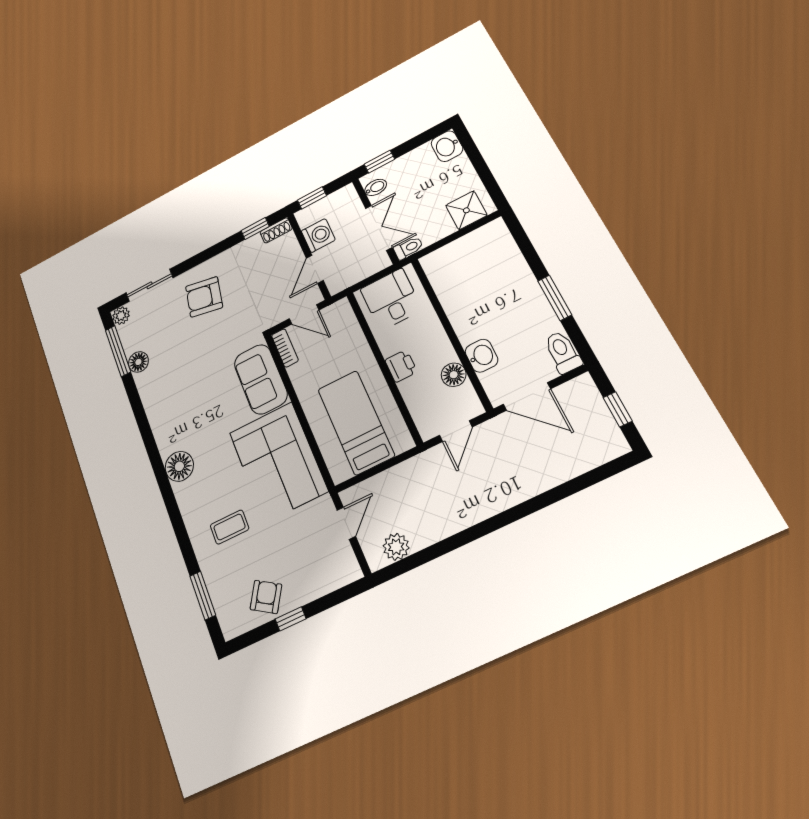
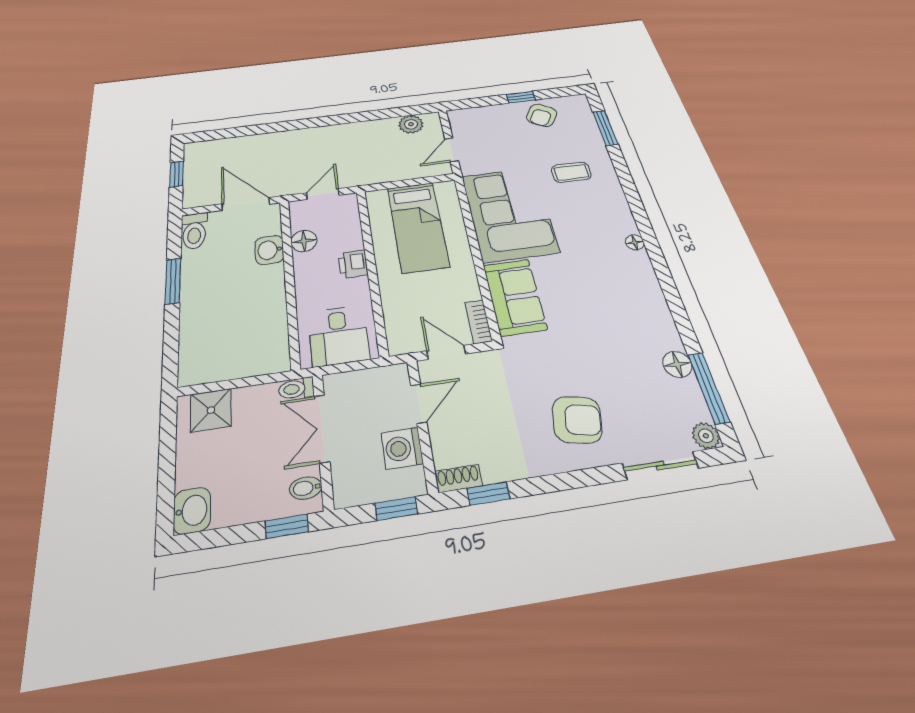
floor lamp: (179, 466) -> (635, 242), width x0.53, depth x0.53

